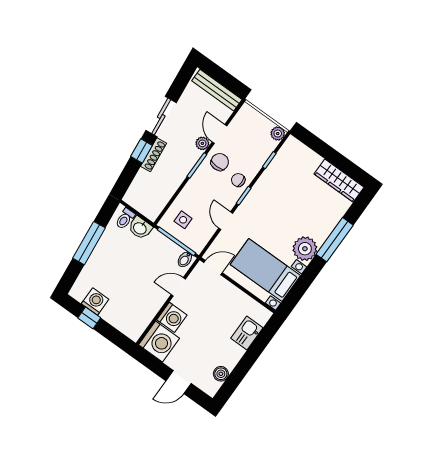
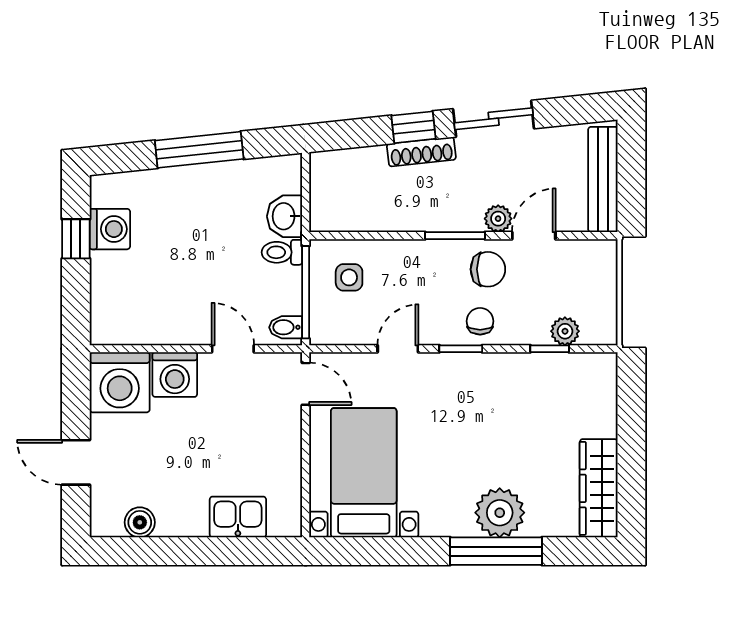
plant: (278, 134) -> (565, 331), moved
toilet: (125, 219) -> (282, 252), moved
plant: (305, 249) -> (500, 513), moved

